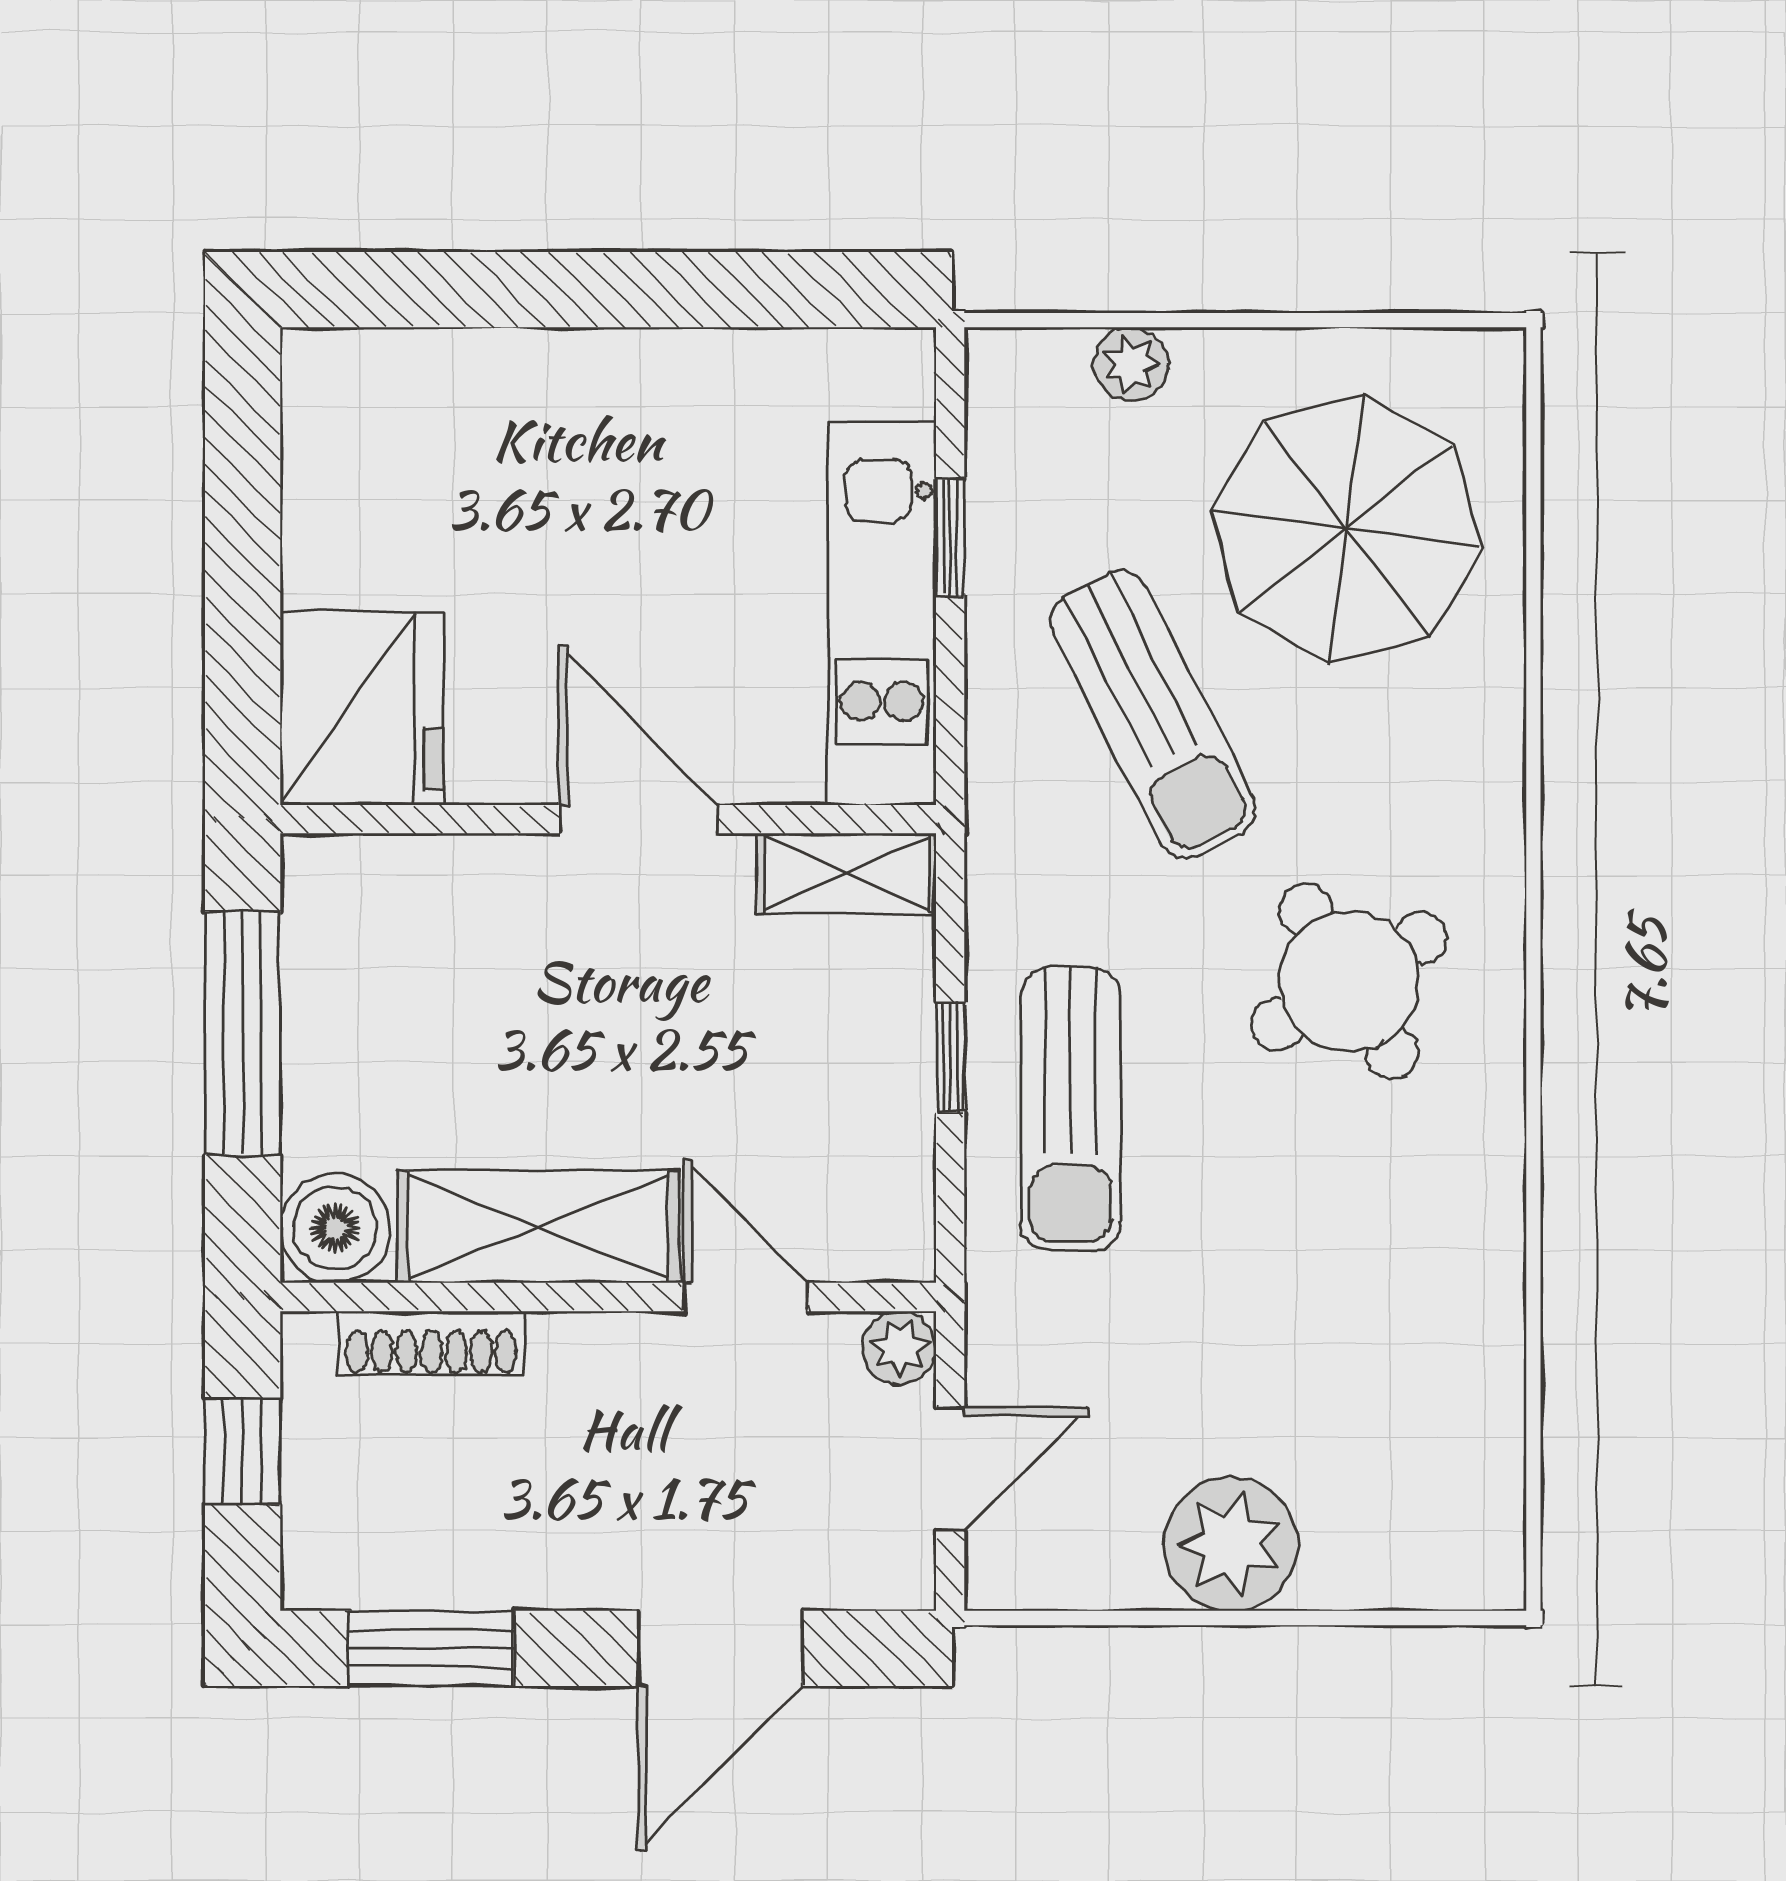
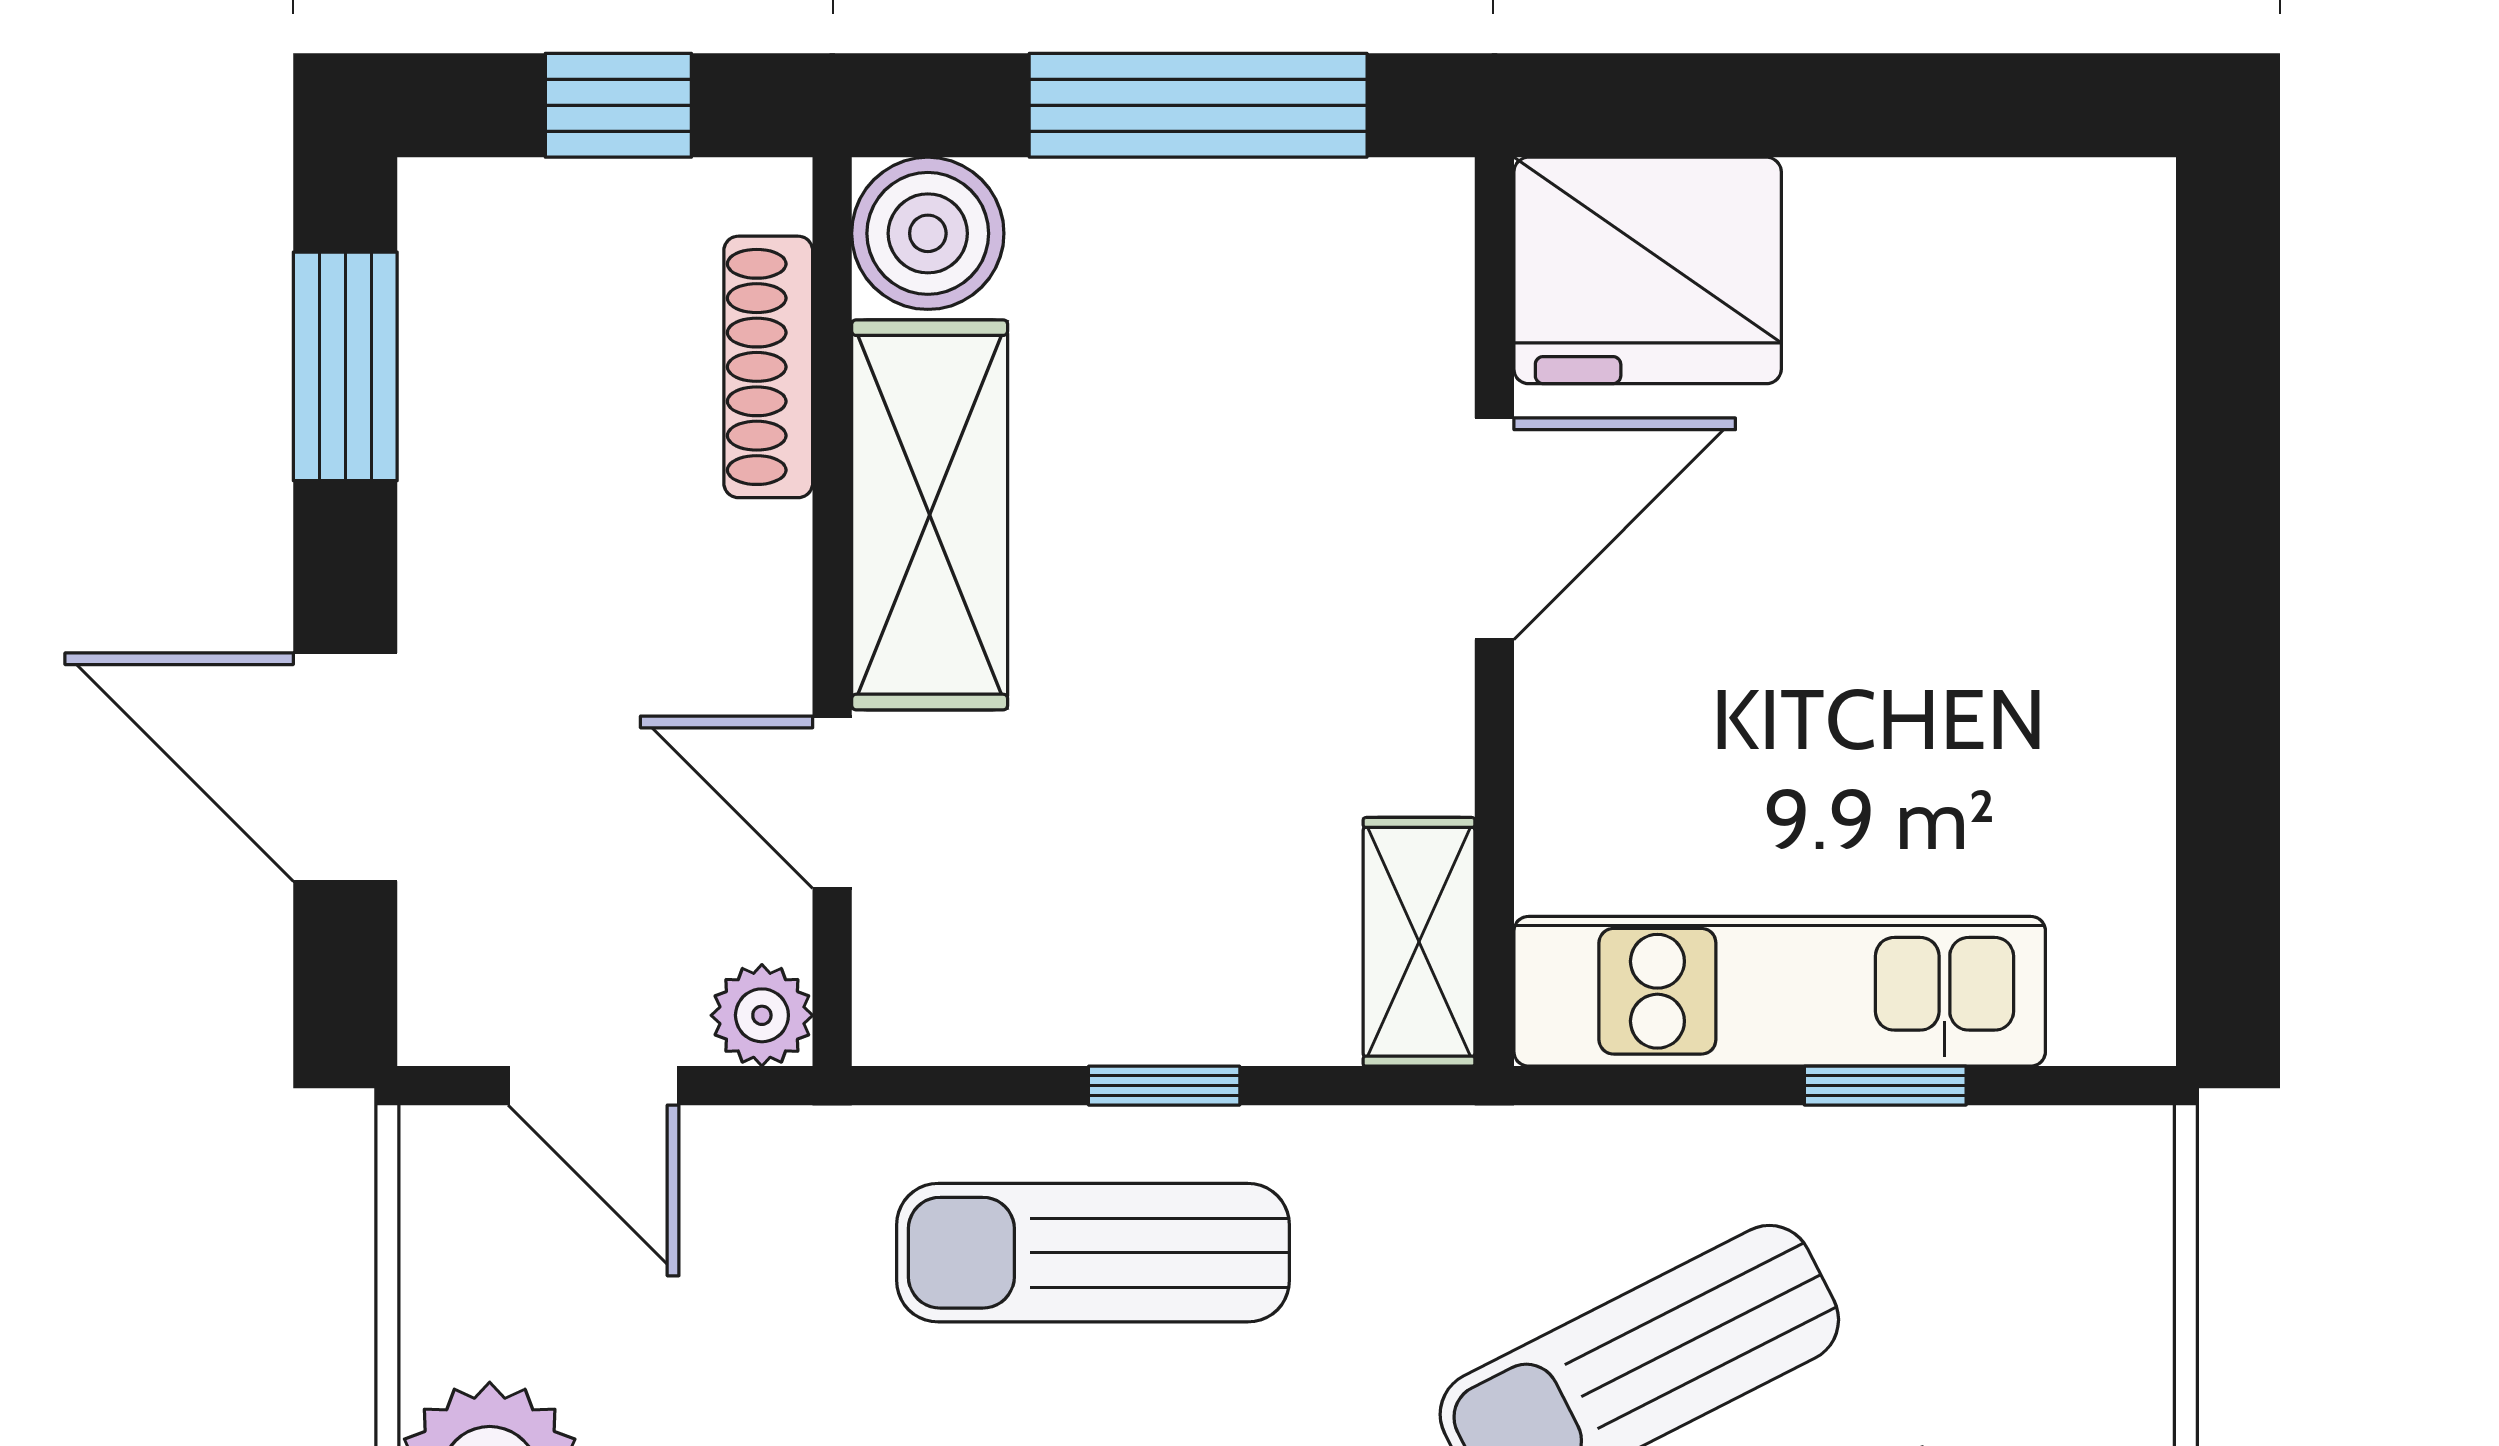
plant: (1131, 364) -> (2125, 1336), removed
door: (639, 819) -> (1494, 529), moved
door: (746, 1297) -> (832, 802), swing flipped

